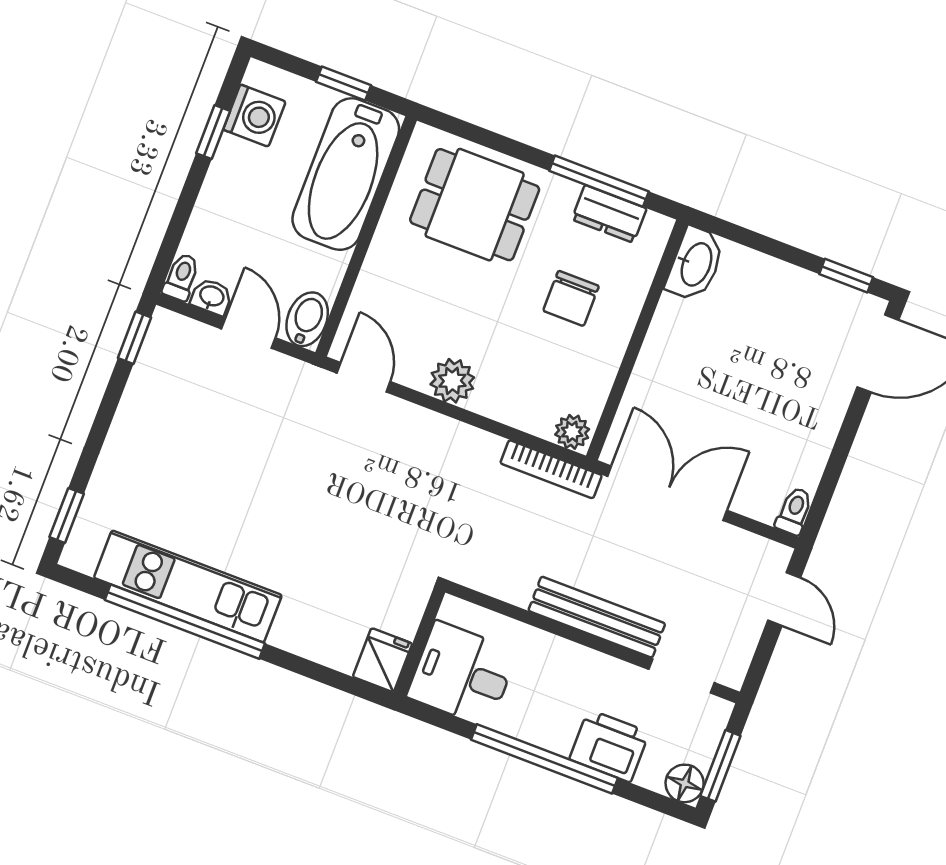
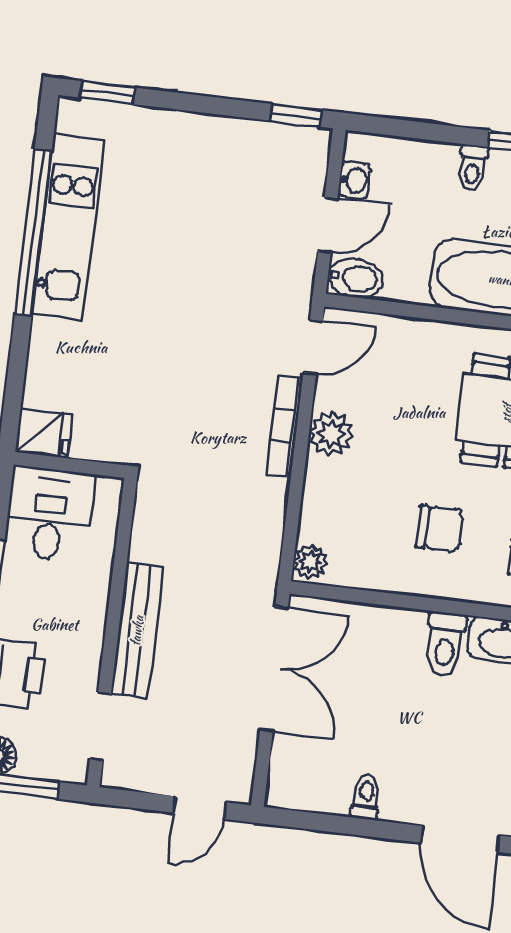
toilet: (181, 277) -> (473, 168), moved, turned 90
chair: (571, 298) -> (439, 529), turned 180
toilet: (684, 321) -> (445, 644), added
bookcase: (551, 469) -> (284, 426), moved
toilet: (794, 511) -> (366, 797), moved, turned -90

